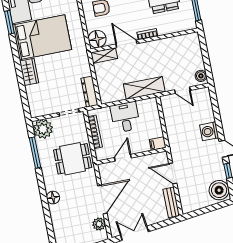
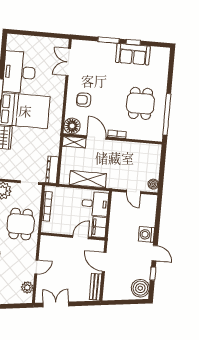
shelving: (144, 88) -> (88, 179), moved
desk: (125, 117) -> (95, 204), moved, turned 90
filing cabinet: (158, 144) -> (99, 227), width x2.00
door: (123, 158) -> (81, 237), moved
dining table: (73, 159) -> (21, 224), turned 90
door: (102, 199) -> (36, 267), width x0.53

